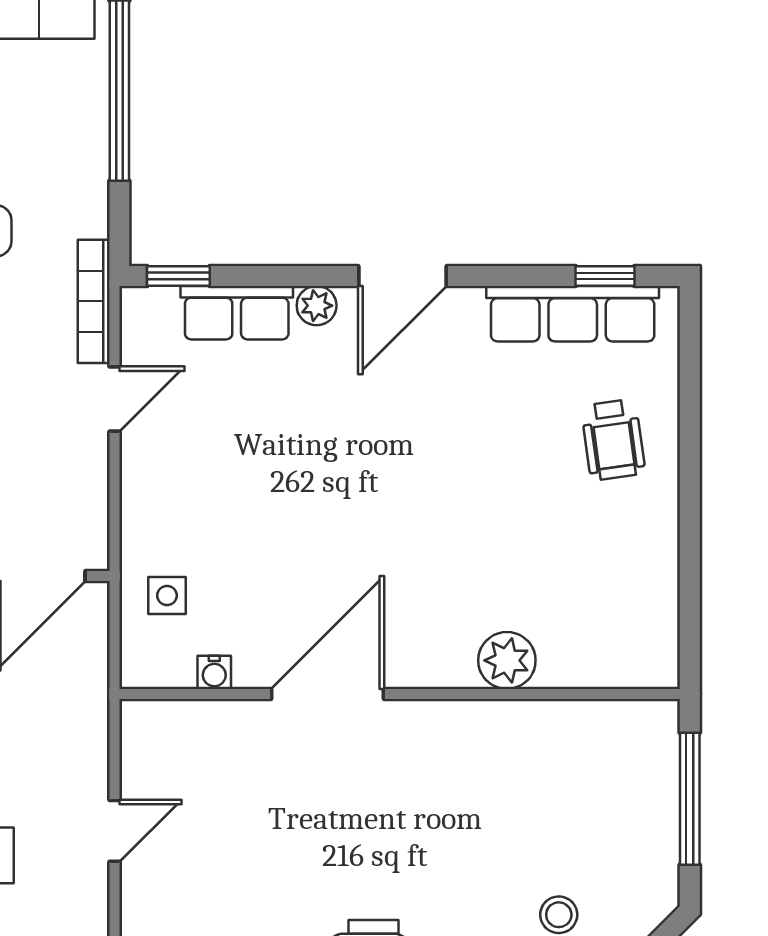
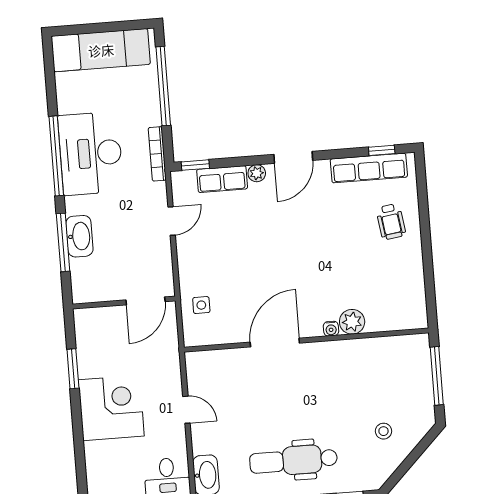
bookcase: (94, 301) -> (157, 154), moved
water cooler: (214, 672) -> (331, 329), moved
door: (114, 831) -> (186, 410), hinge flipped

